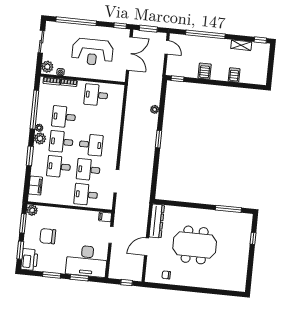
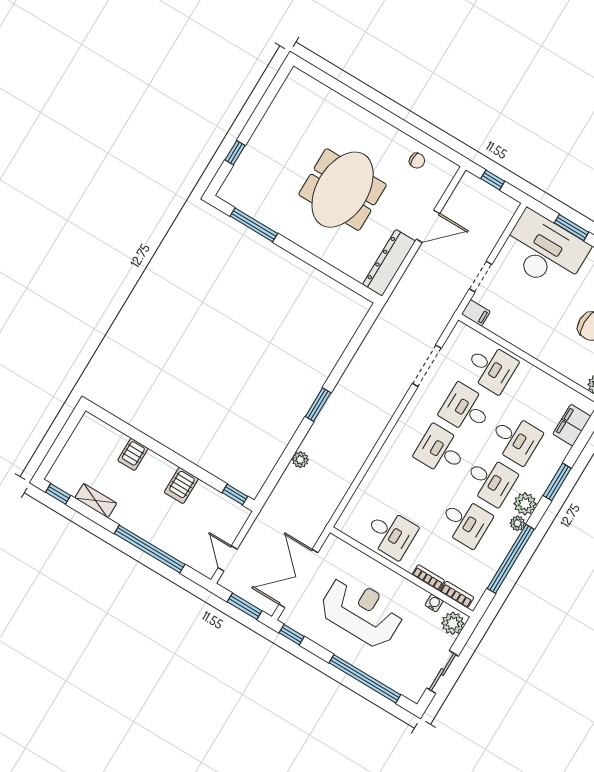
desk: (88, 170) -> (466, 409), turned 180
meeting table: (195, 245) -> (343, 190), turned 90

